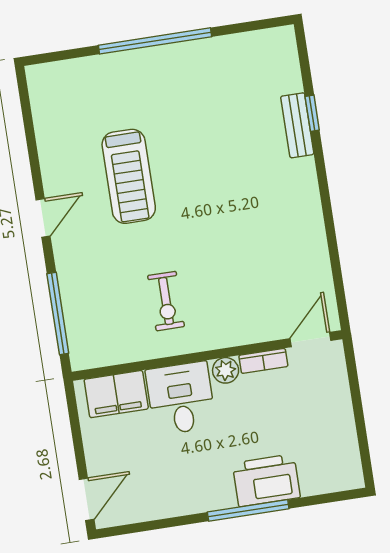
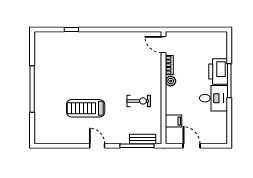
bench: (297, 125) -> (143, 139), moved
treadmill: (129, 176) -> (86, 108), turned 180
filing cabinet: (116, 394) -> (173, 121), width x0.50
desk: (181, 398) -> (213, 98), moved, turned 180
door: (87, 499) -> (191, 146), moved

